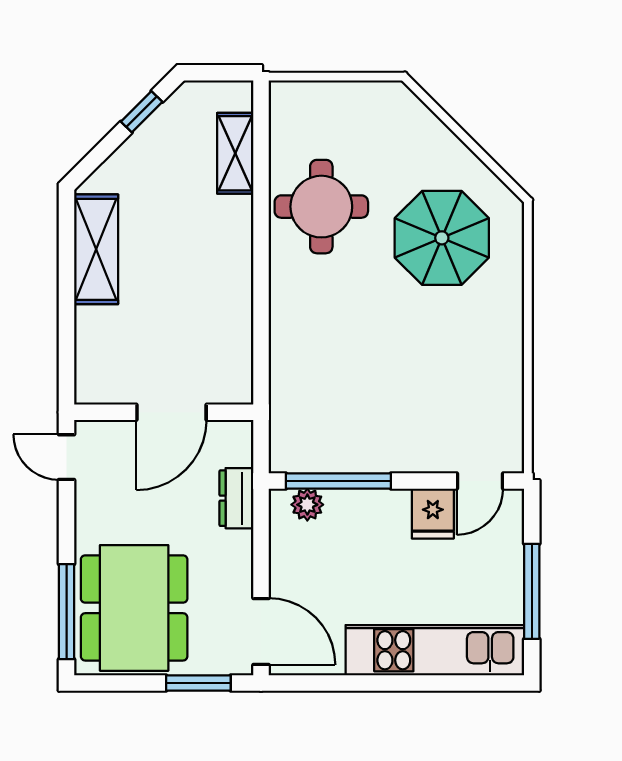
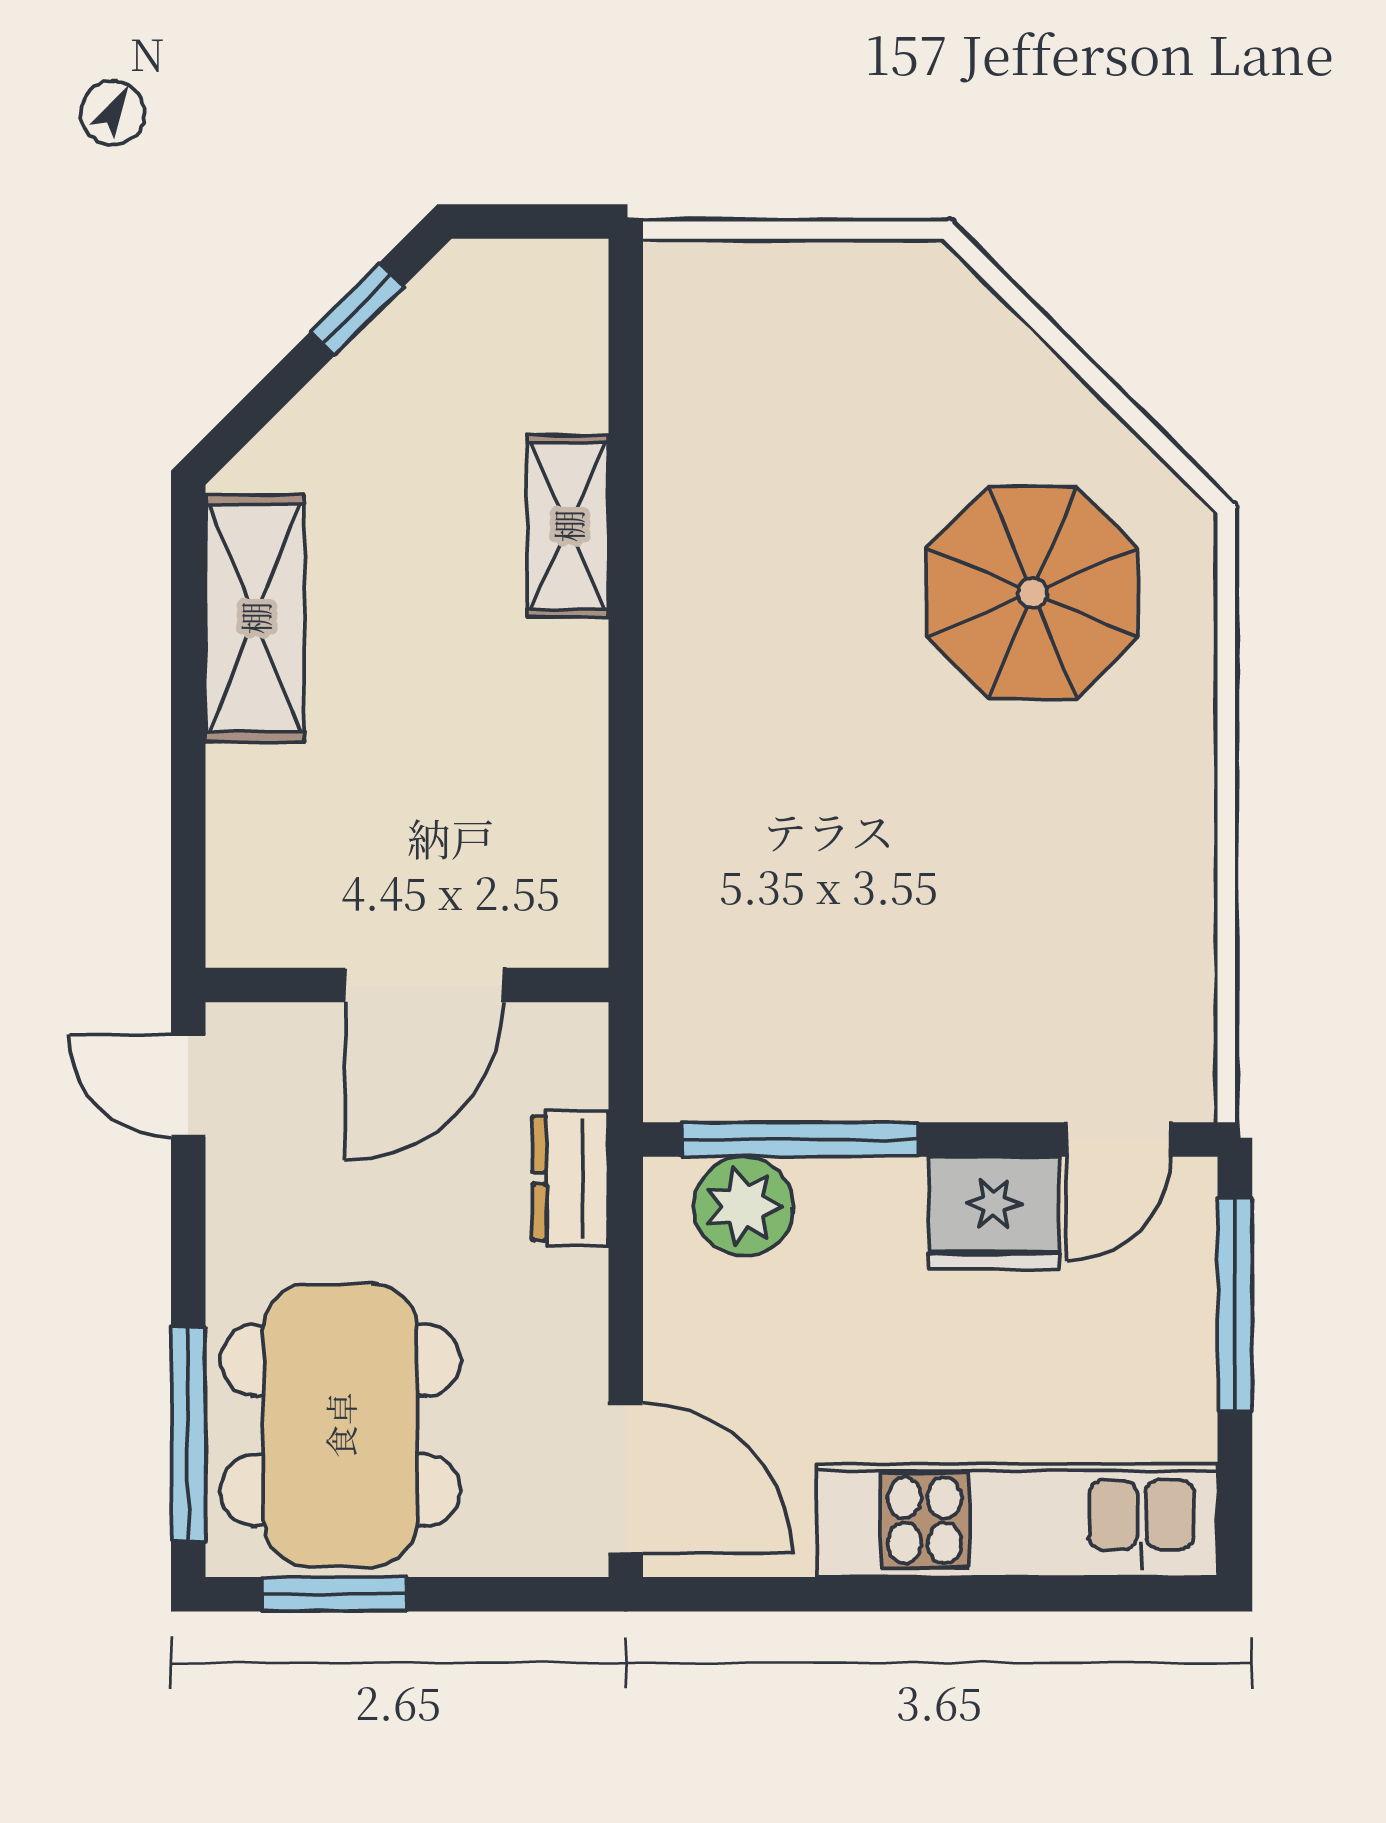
shelving: (235, 153) -> (568, 526), moved
round table: (321, 207) -> (761, 522), removed
plant: (307, 505) -> (743, 1206), width x1.38, depth x1.38
fridge: (433, 514) -> (994, 1213), width x1.38
window: (532, 591) -> (1235, 1305), moved
window: (198, 683) -> (334, 1594), moved

